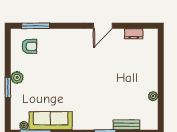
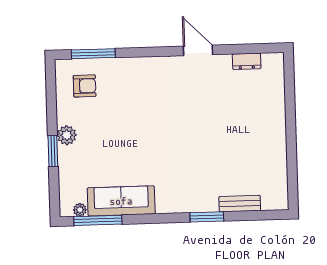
door: (103, 26) -> (198, 50), swing flipped
plant: (153, 96) -> (280, 158), removed

